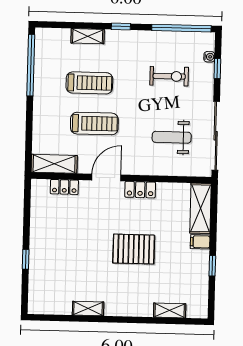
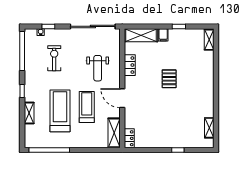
treadmill: (89, 83) -> (60, 111), width x1.37, depth x1.38
weight bench: (172, 137) -> (98, 68), moved
locker: (64, 187) -> (129, 138), moved
locker: (140, 190) -> (130, 65), moved
pallet: (134, 249) -> (169, 79), width x0.67, depth x0.71
shelving: (88, 309) -> (209, 128), moved
shelving: (170, 310) -> (209, 40), moved

